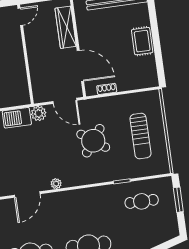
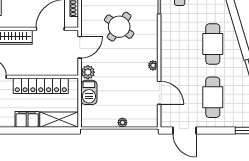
locker: (17, 64) -> (41, 86), added

